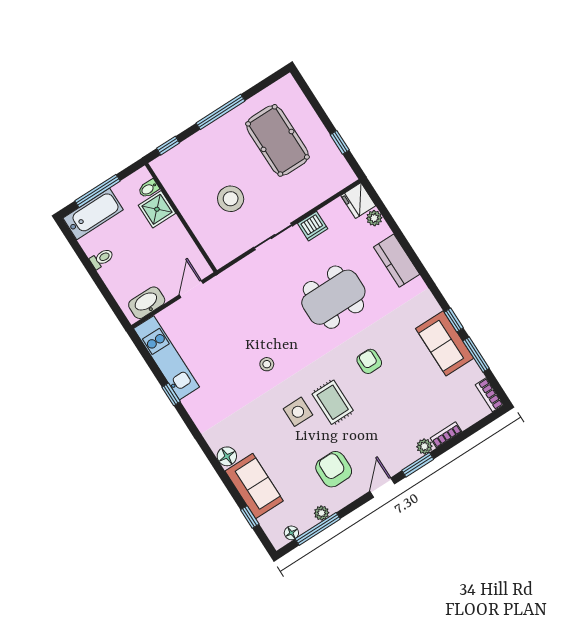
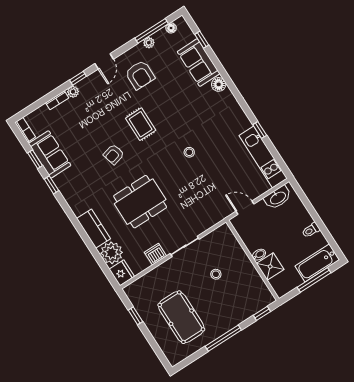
bidet: (149, 189) -> (259, 255), moved
stool: (231, 199) -> (216, 274), width x0.53, depth x0.53
plant: (374, 218) -> (112, 253), width x1.87, depth x1.87
door: (191, 289) -> (245, 208), swing flipped
sofa: (445, 343) -> (50, 154), moved
window: (476, 355) -> (35, 159), width x0.67
armchair: (369, 361) -> (114, 154), turned 75
side table: (298, 412) -> (166, 117), removed
window: (418, 465) -> (78, 78), width x0.67

